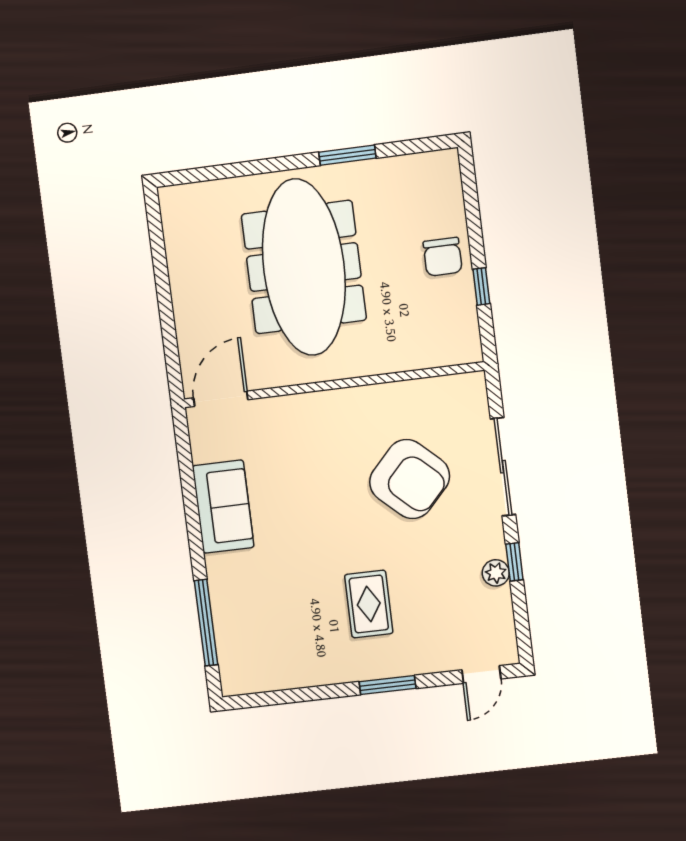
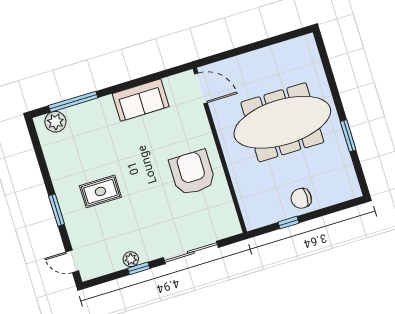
armchair: (410, 479) -> (192, 173), moved, turned 137
plant: (235, 659) -> (55, 122), added

